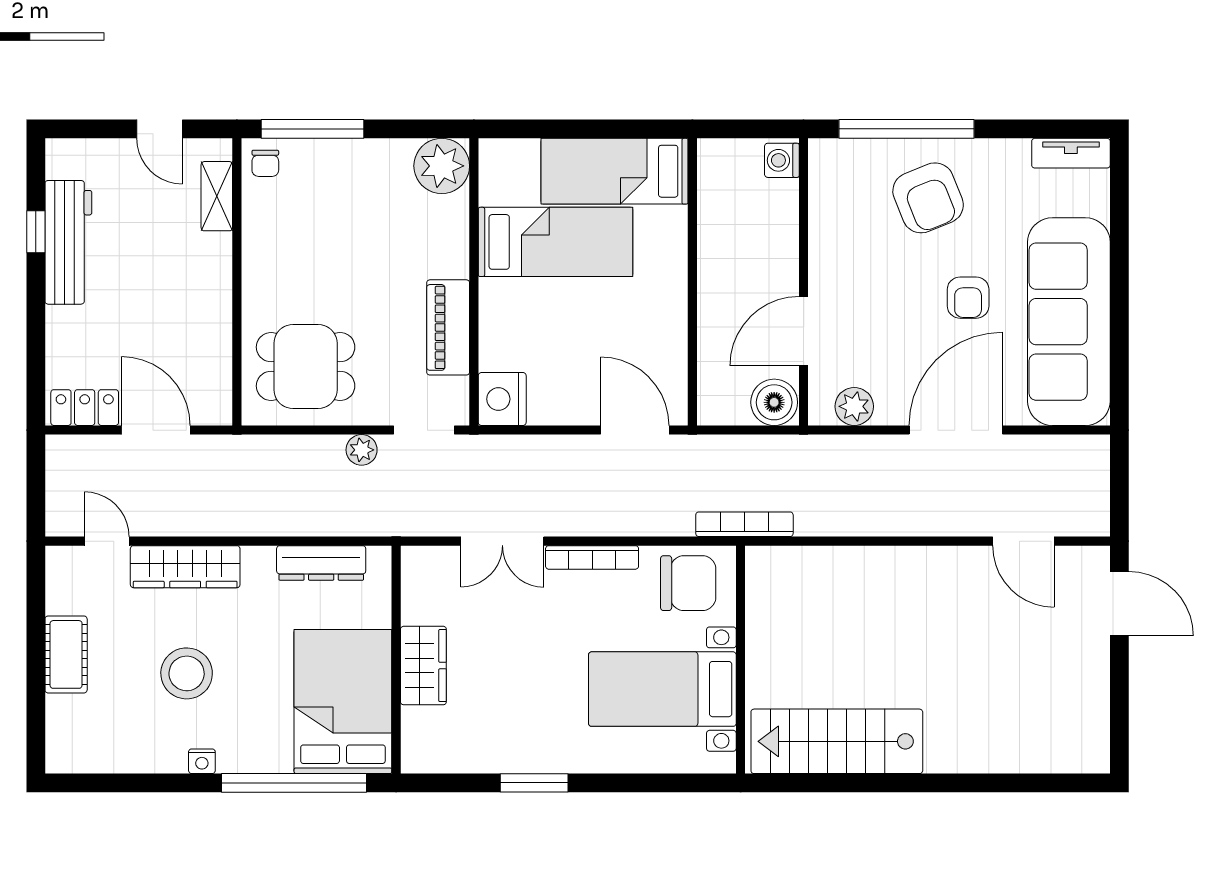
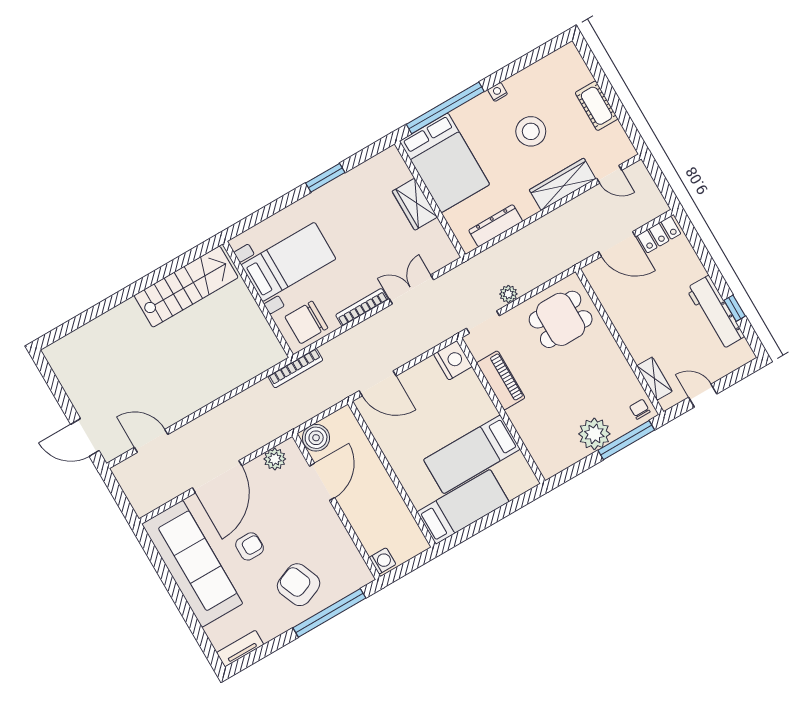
plant: (442, 166) -> (594, 434), moved
armchair: (968, 298) -> (250, 546), turned 90

